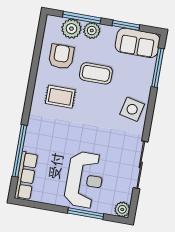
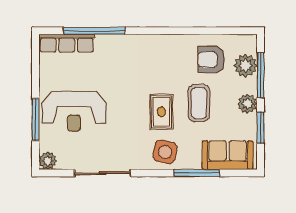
plant: (92, 31) -> (248, 104), moved
sofa: (137, 43) -> (228, 155), moved, turned 90
armchair: (61, 57) -> (211, 60), turned 180
window: (158, 68) -> (197, 173), moved
rug: (60, 97) -> (161, 112), moved

